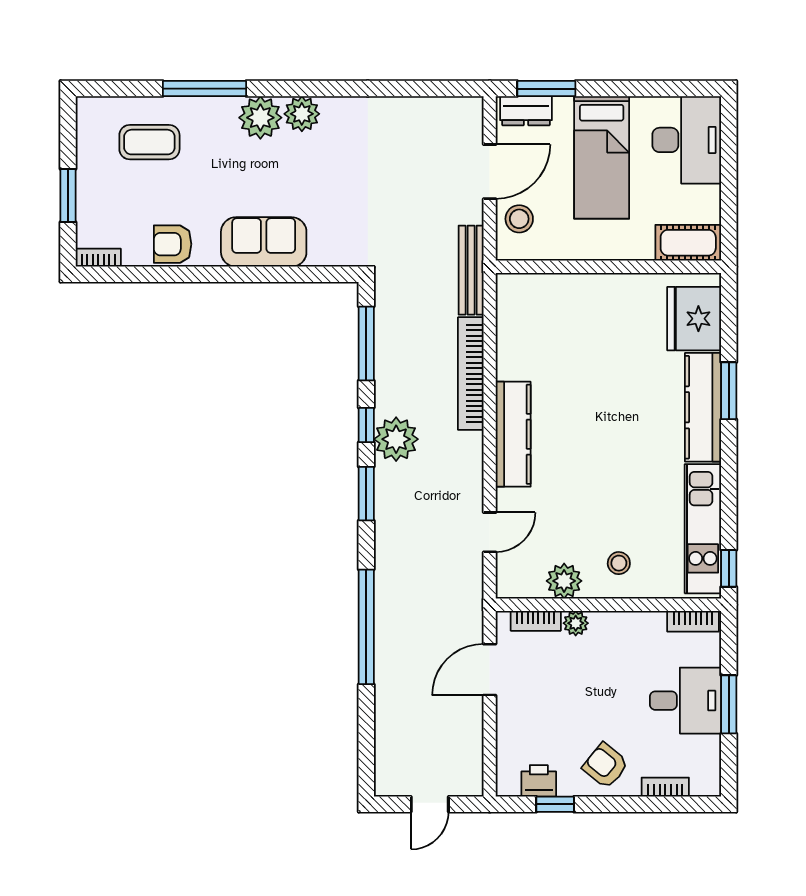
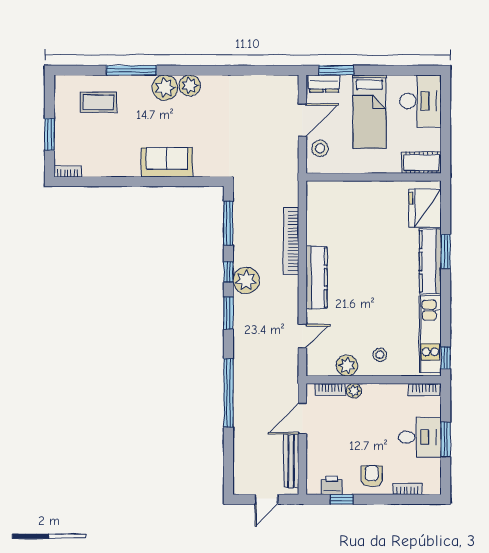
armchair: (173, 244) -> (112, 163), removed
bench: (471, 270) -> (291, 461), moved
armchair: (605, 766) -> (372, 476), turned 51

